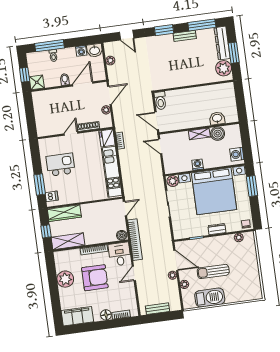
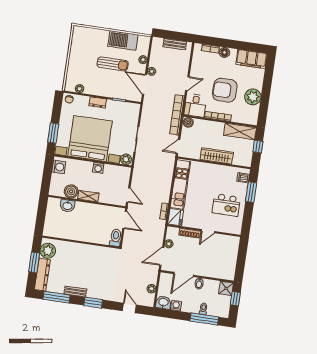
wardrobe: (64, 213) -> (217, 156), moved

